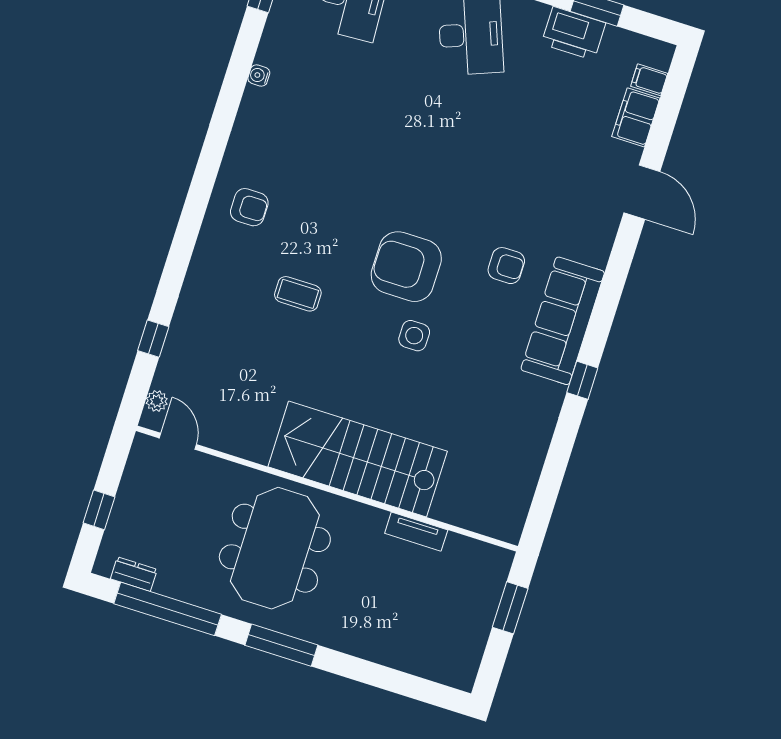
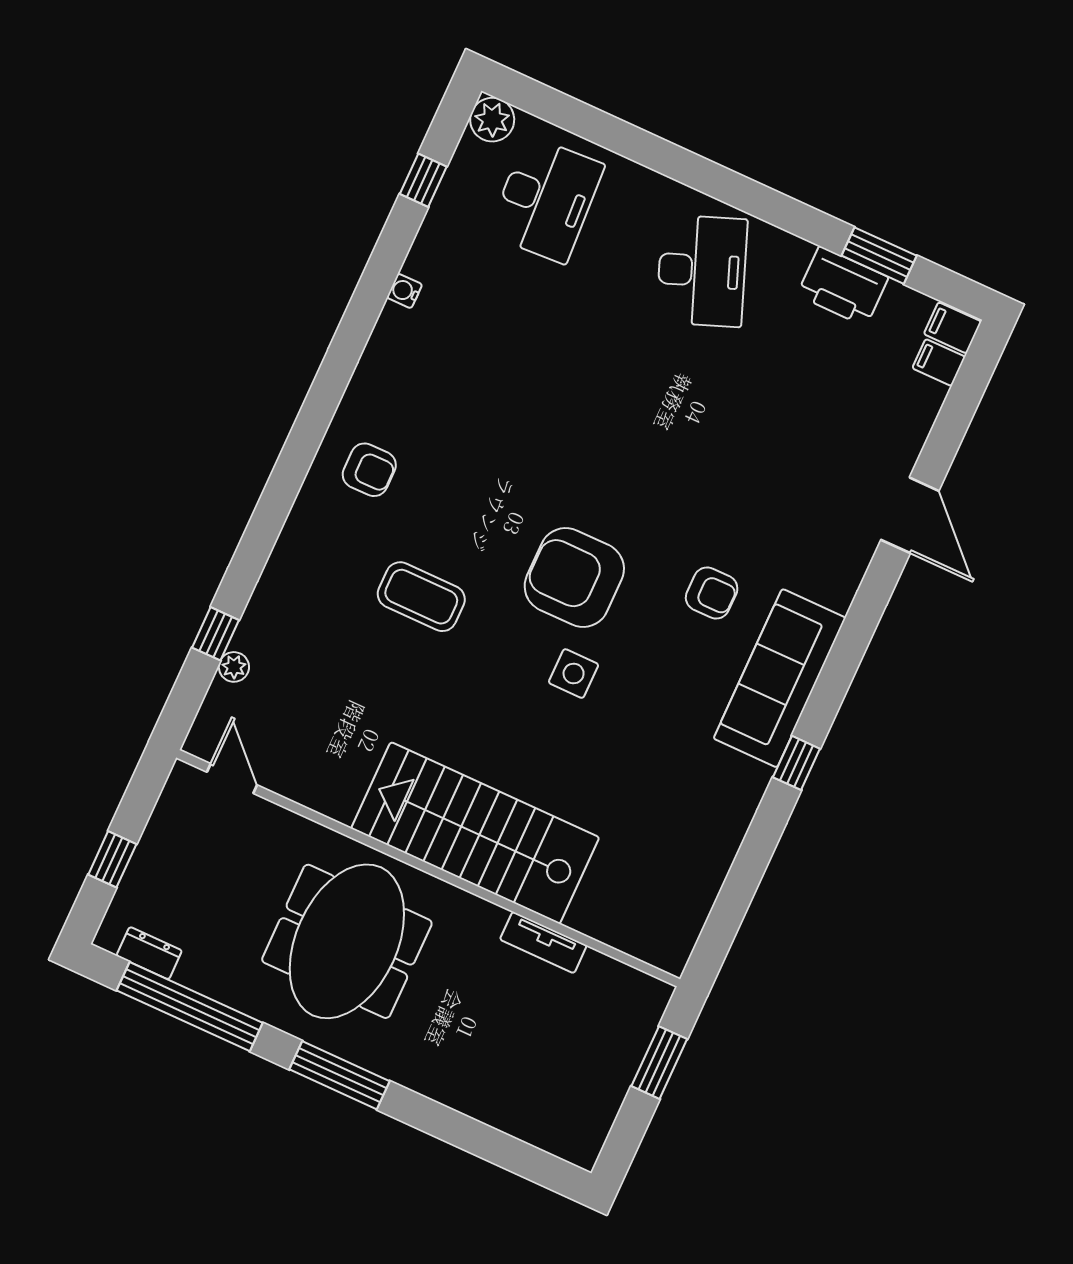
filing cabinet: (636, 117) -> (953, 328), moved, width x0.50
coffee table: (298, 294) -> (421, 597), width x1.36, depth x1.30
plant: (157, 401) -> (234, 667), moved

